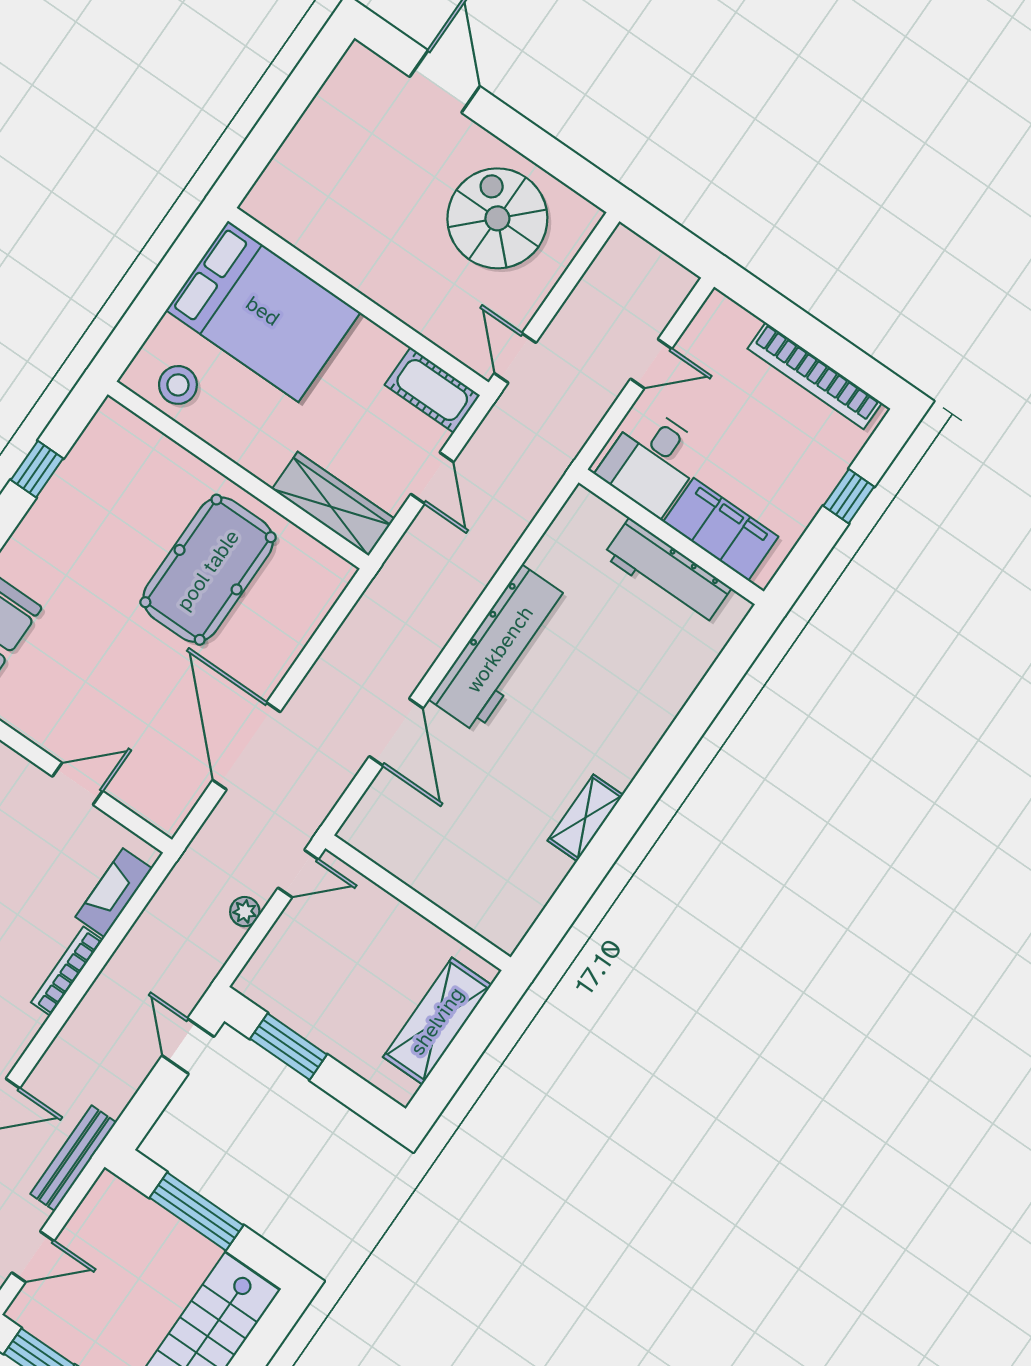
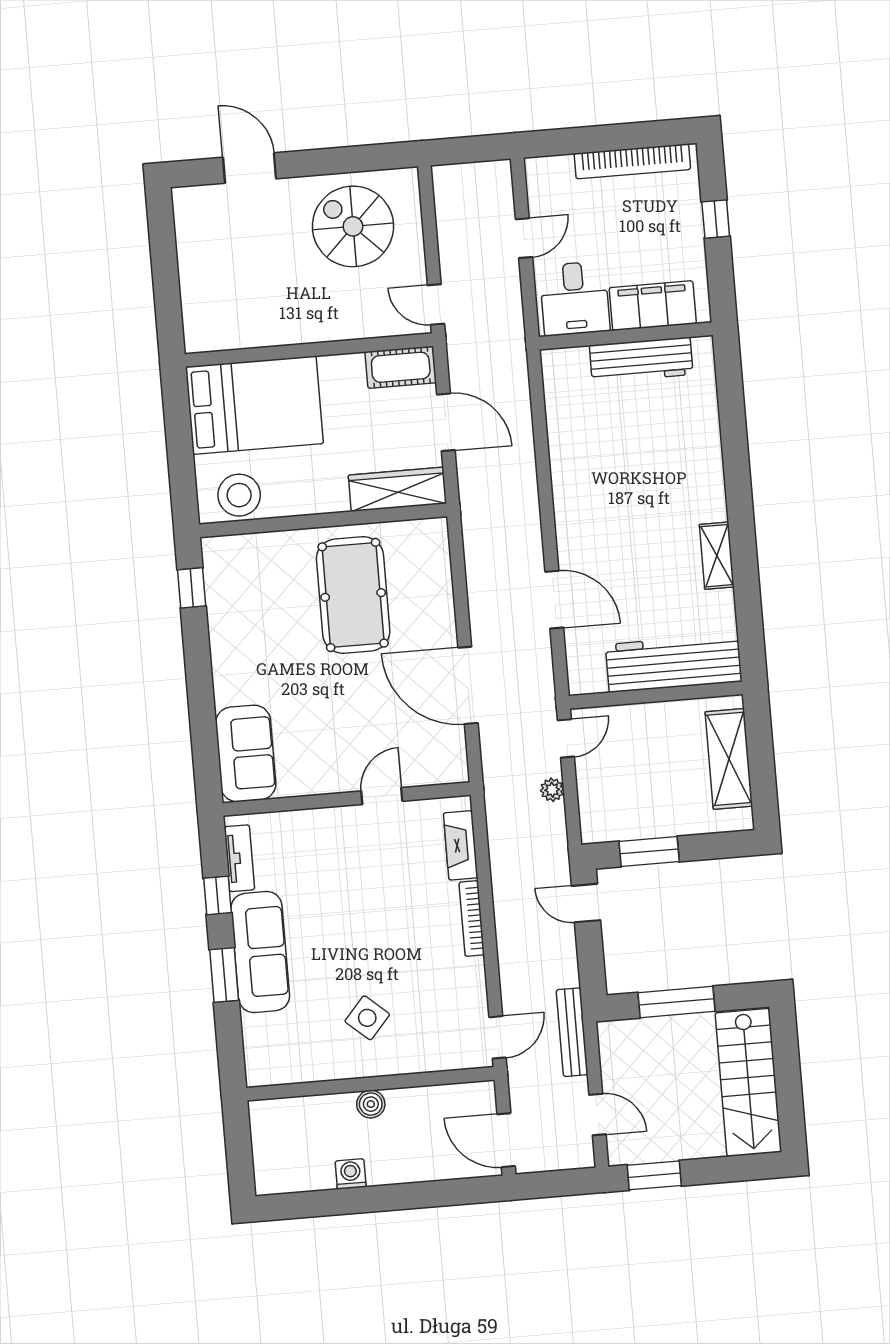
stool: (178, 385) -> (239, 495), width x1.38, depth x1.38
window: (37, 469) -> (192, 588), moved
door: (432, 478) -> (446, 422), width x1.38
workbench: (500, 649) -> (674, 663), moved, turned -90
door: (33, 1257) -> (598, 1115), hinge flipped

